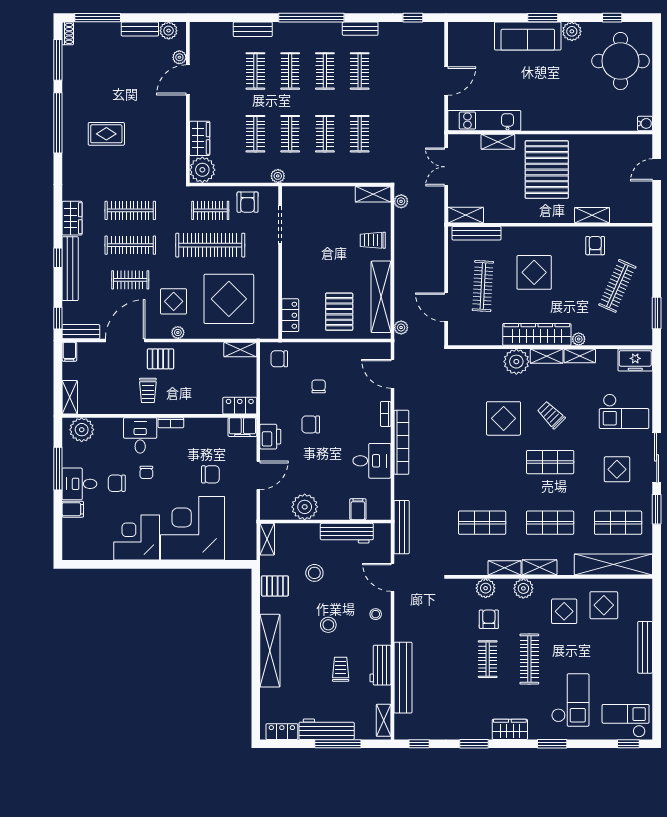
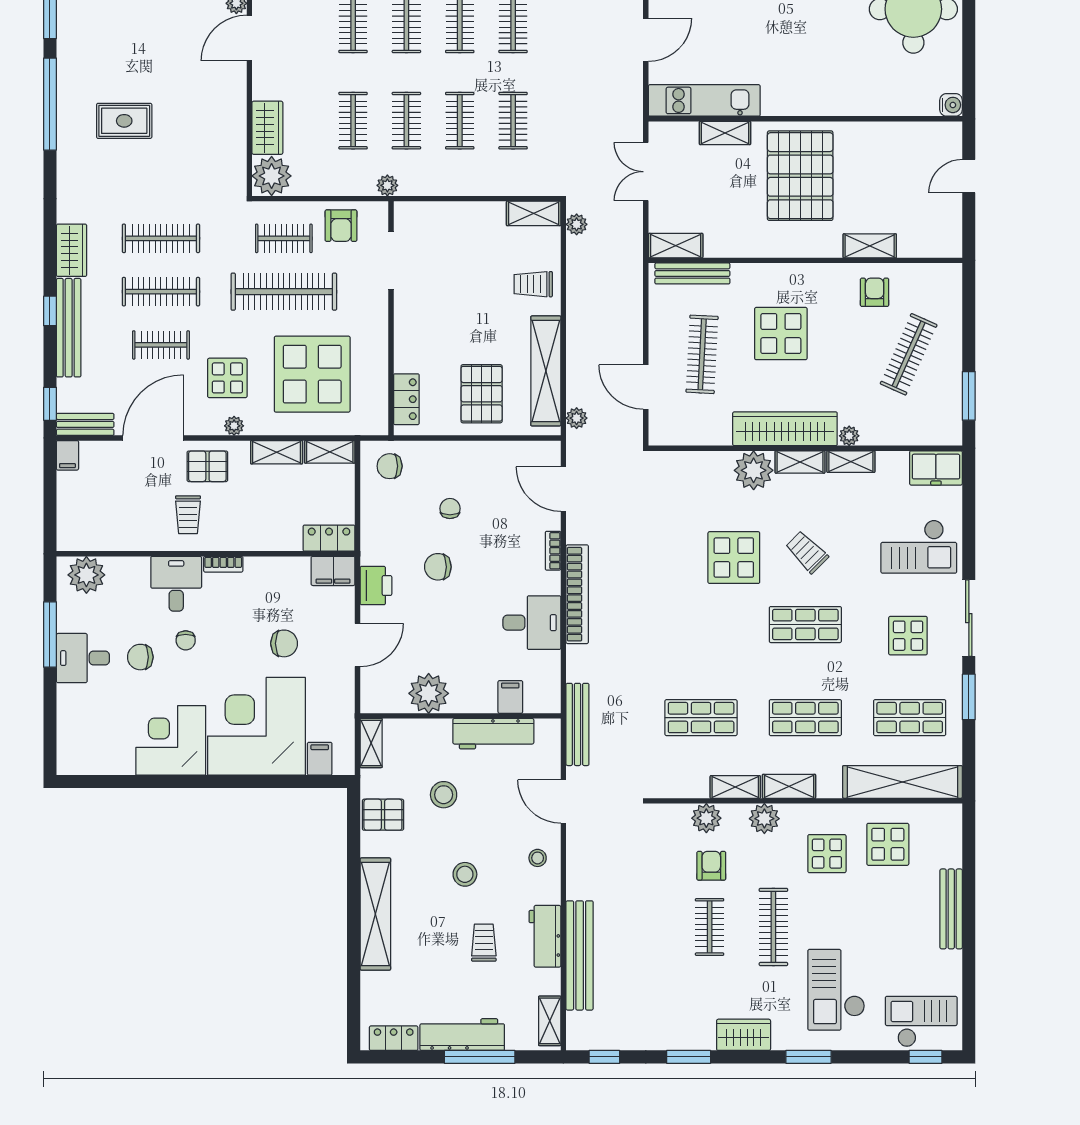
shelving: (70, 397) -> (277, 452), moved, turned 90
filing cabinet: (73, 509) -> (320, 759), moved, turned -90
checkout: (570, 700) -> (836, 990), turned 180

